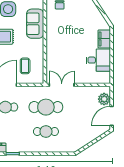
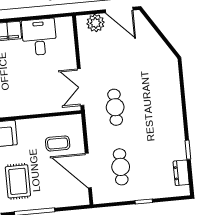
cafe table: (46, 107) -> (115, 107), width x0.73, depth x0.74
cafe table: (46, 132) -> (151, 104), removed

